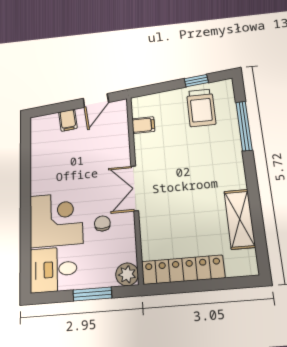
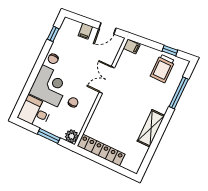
filing cabinet: (143, 125) -> (132, 47), moved
window: (26, 148) -> (53, 34), added
chair: (42, 180) -> (53, 59), added
double door: (135, 188) -> (107, 80), moved
shelving: (240, 219) -> (151, 128), moved

